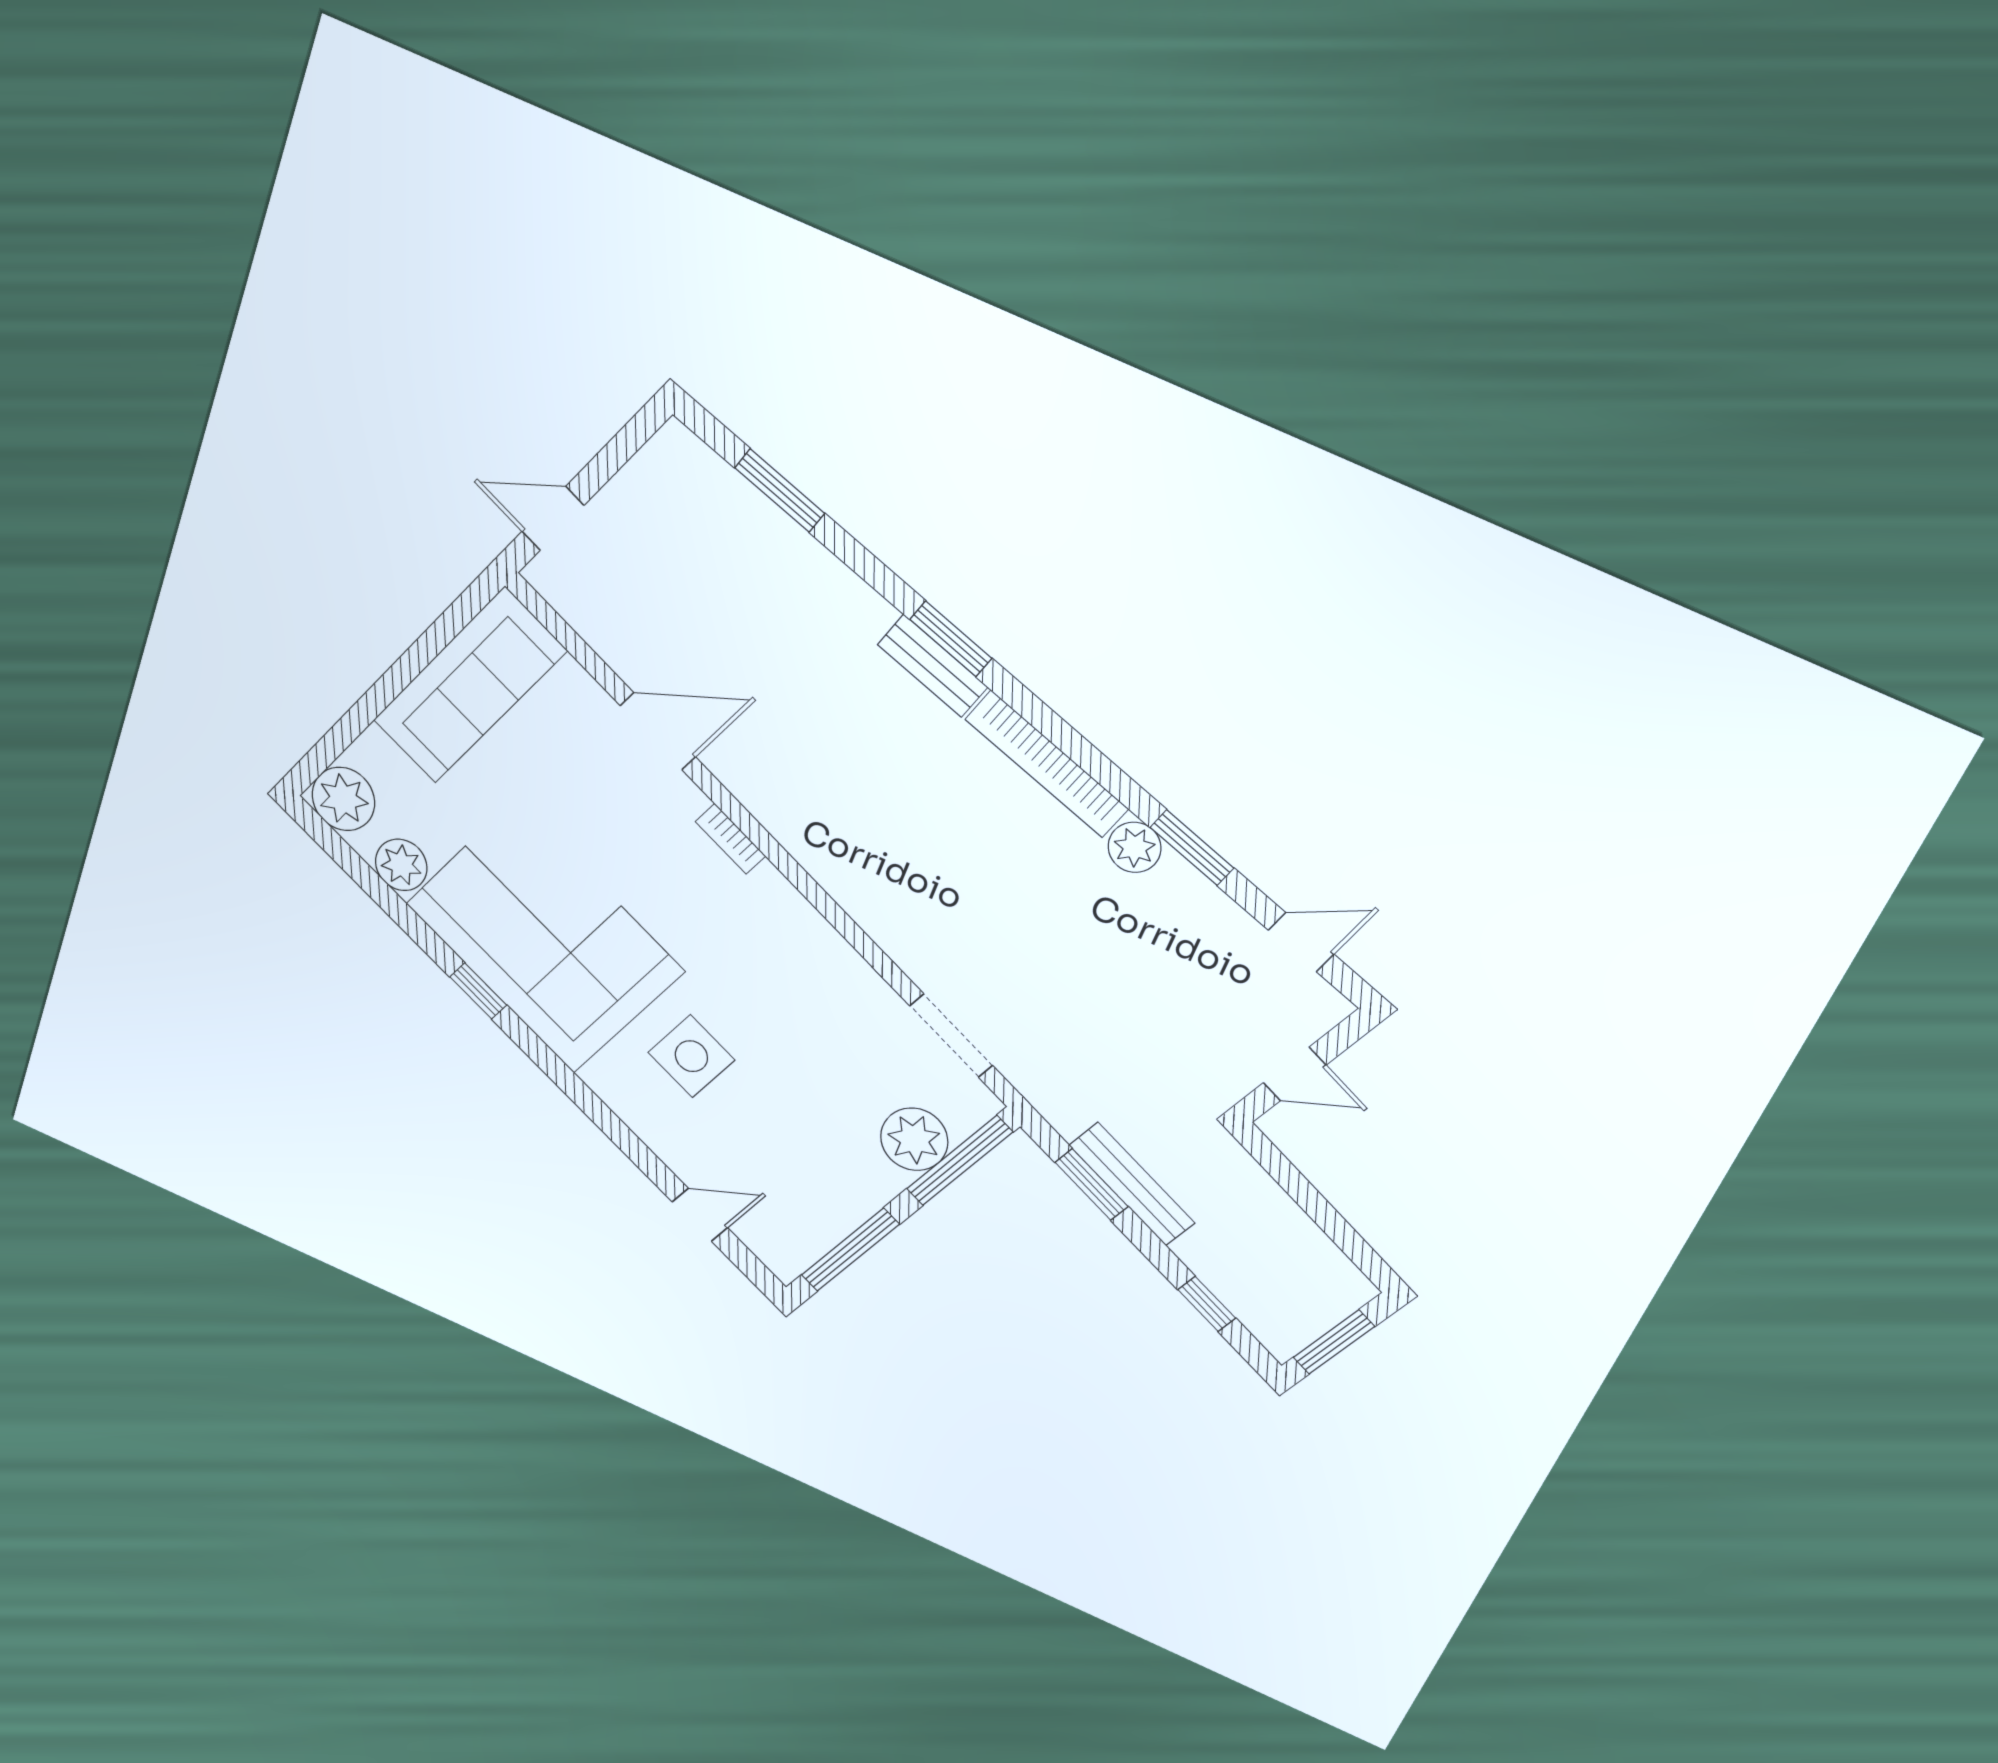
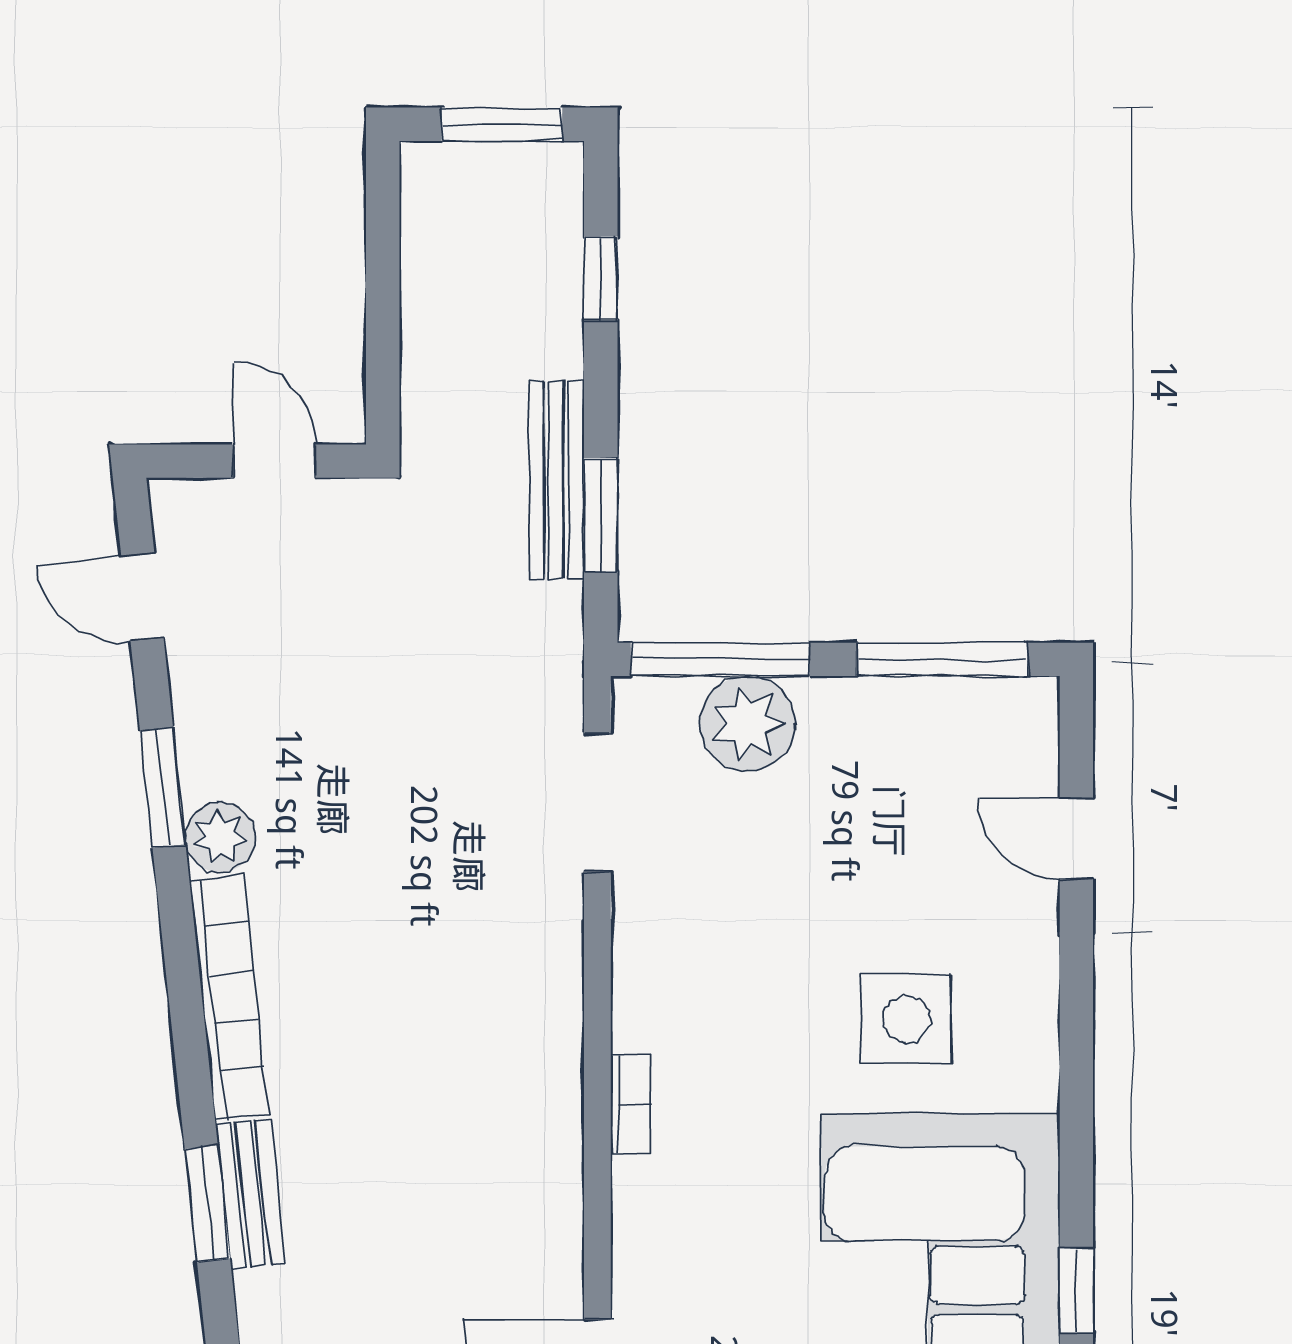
bookcase: (731, 839) -> (631, 1105), moved

